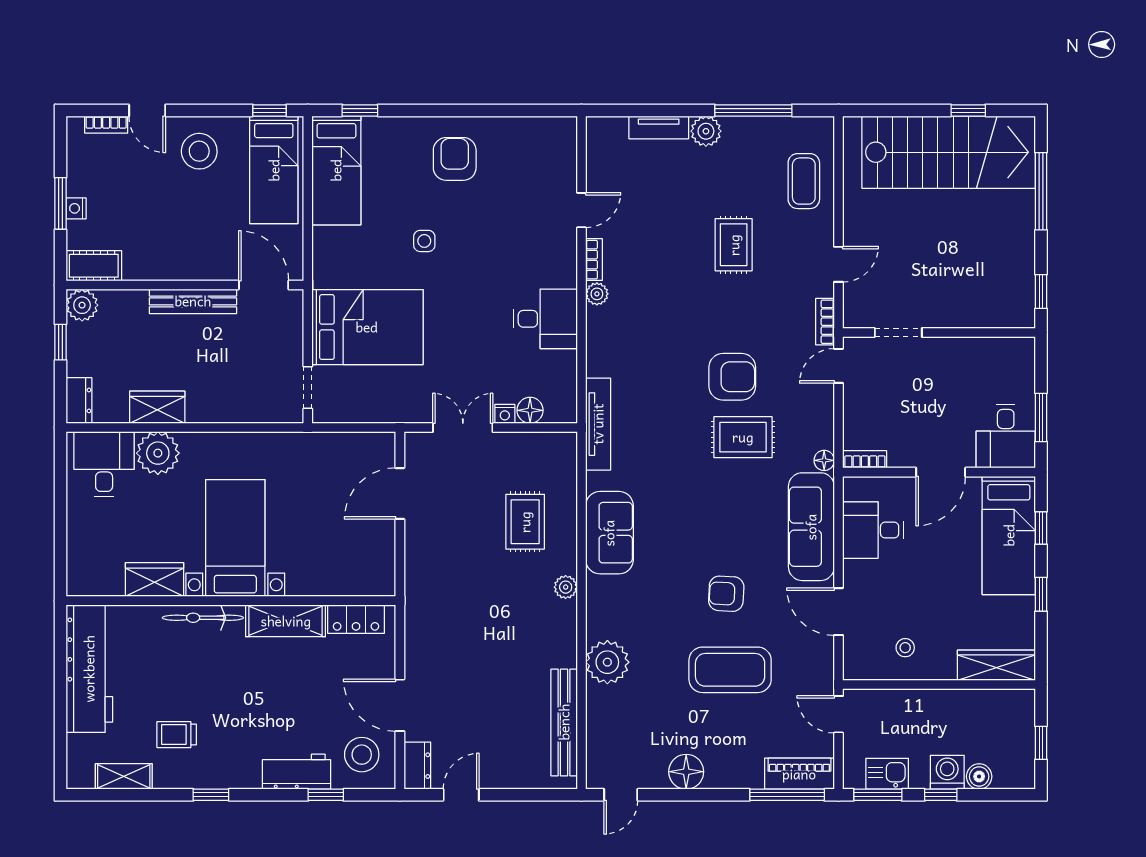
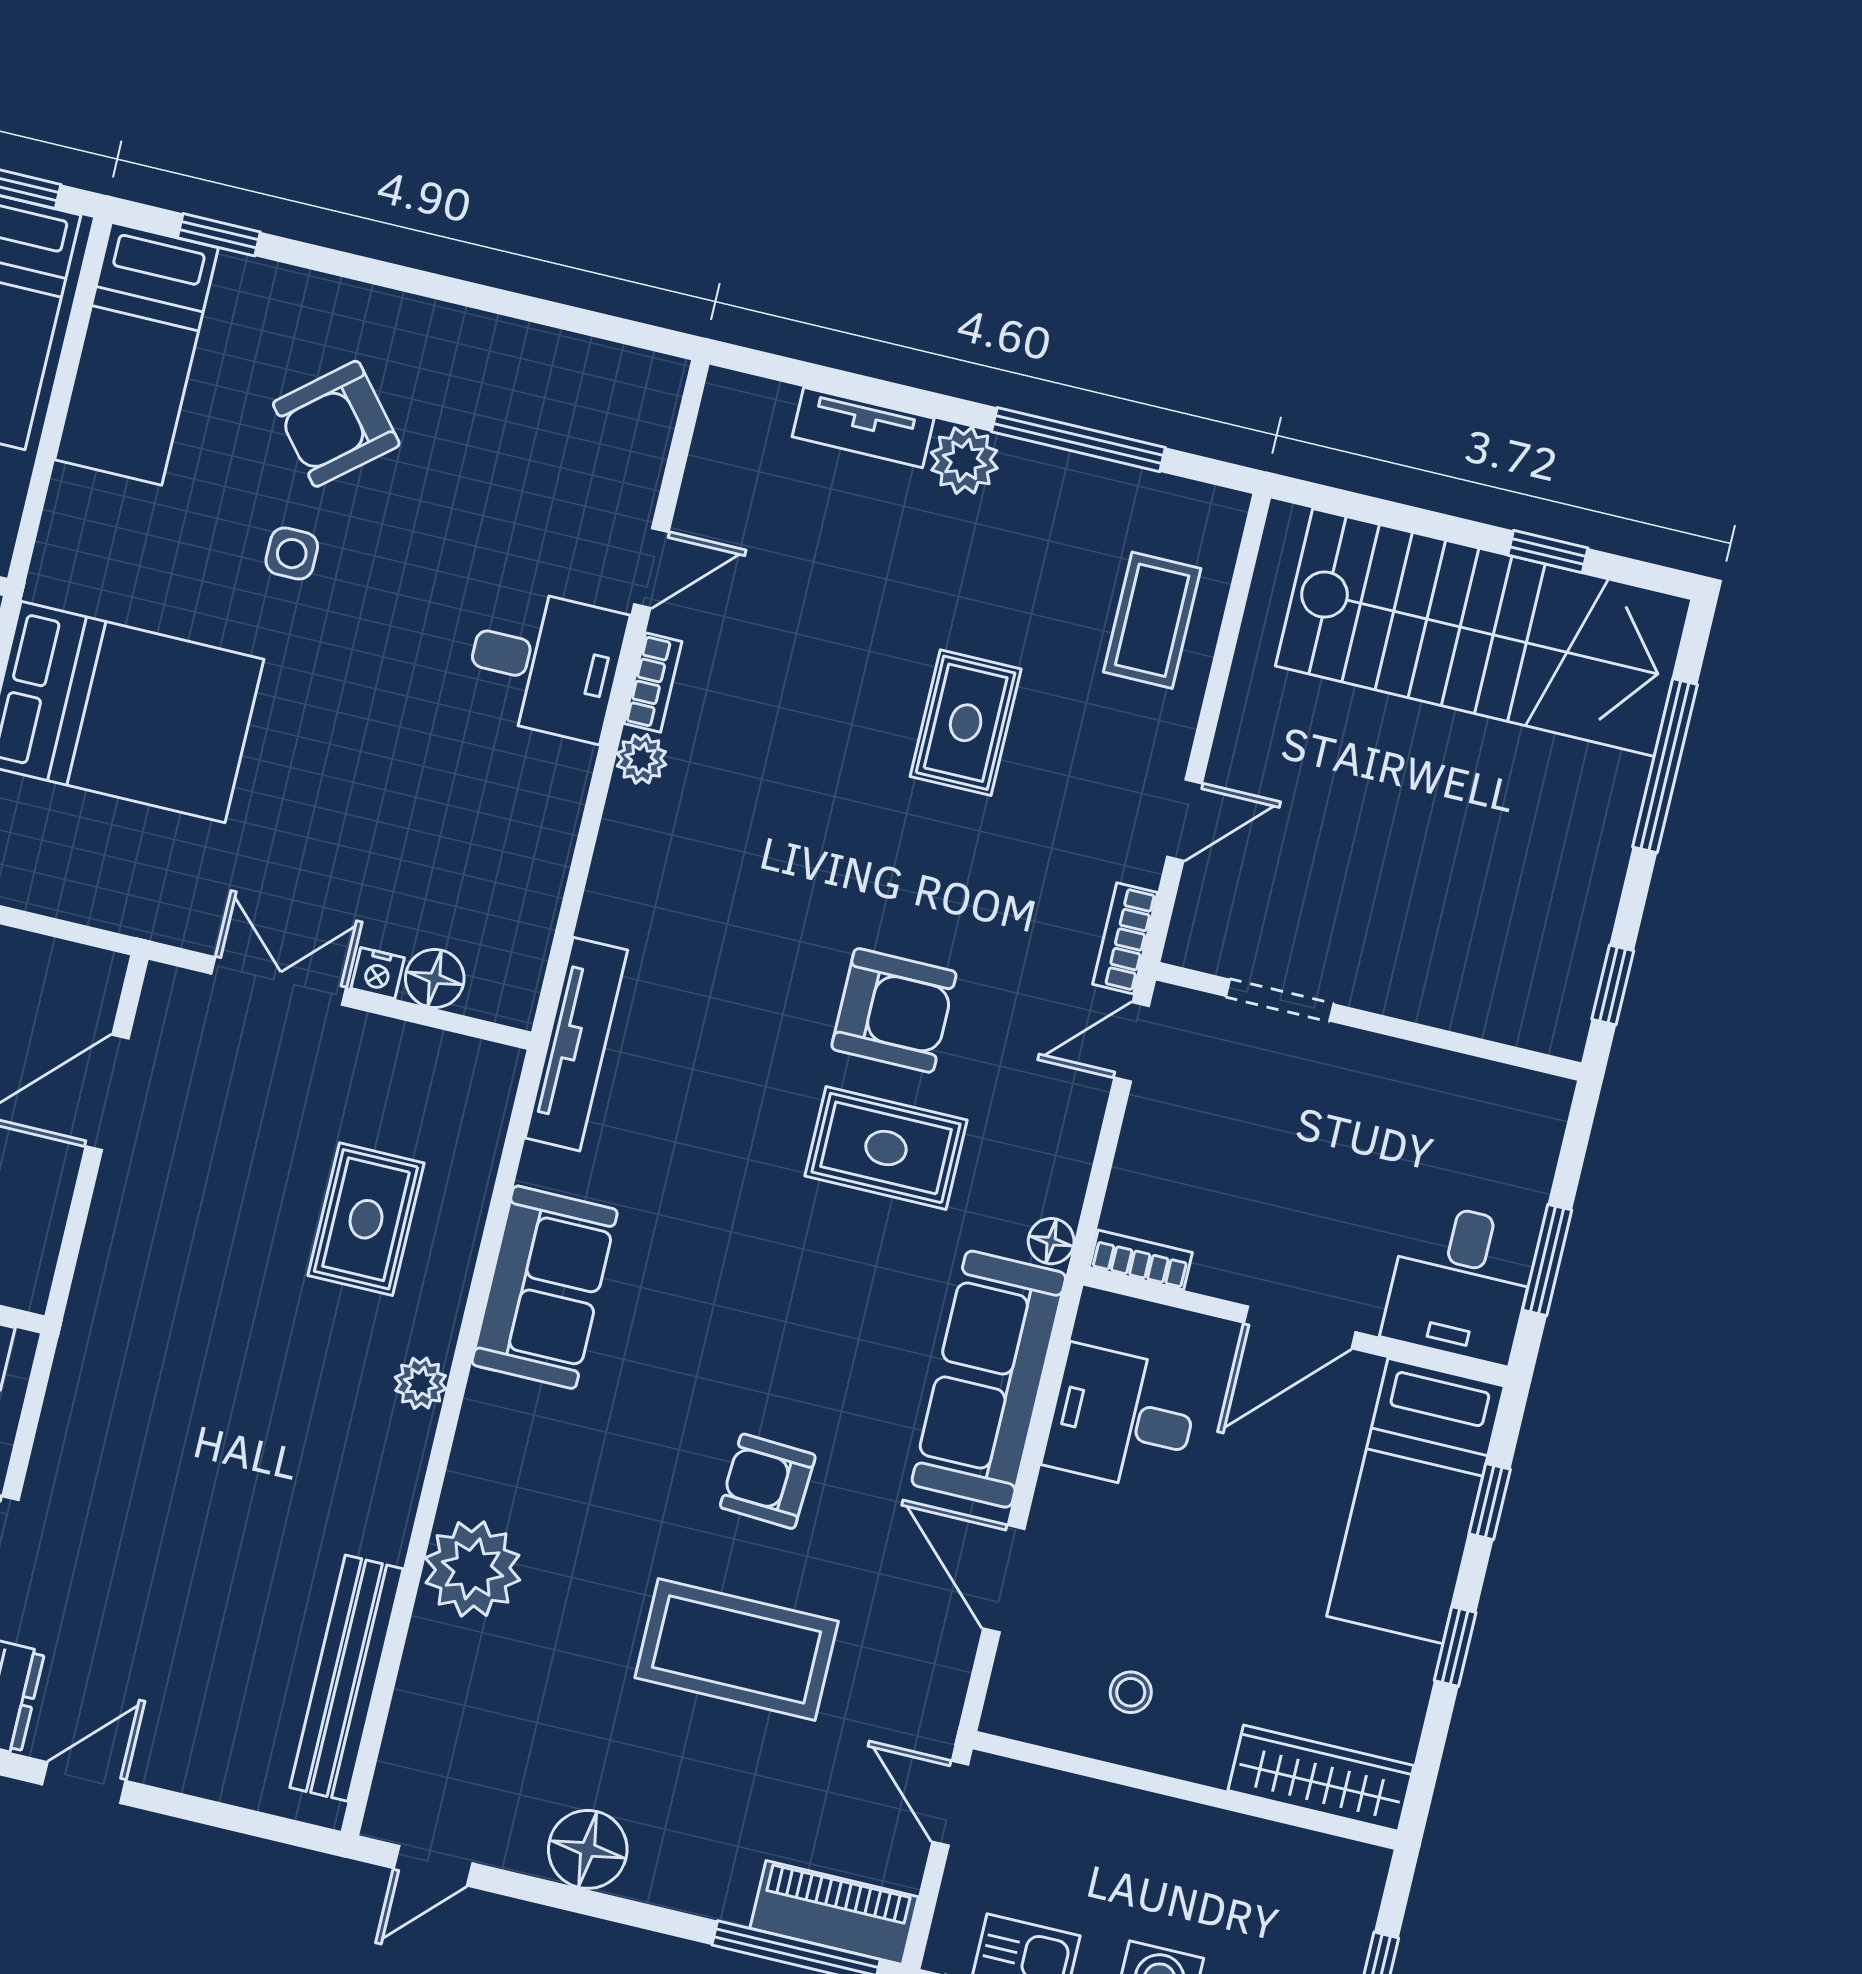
armchair: (455, 159) -> (336, 424), moved, turned -130
desk: (545, 319) -> (545, 663), moved

